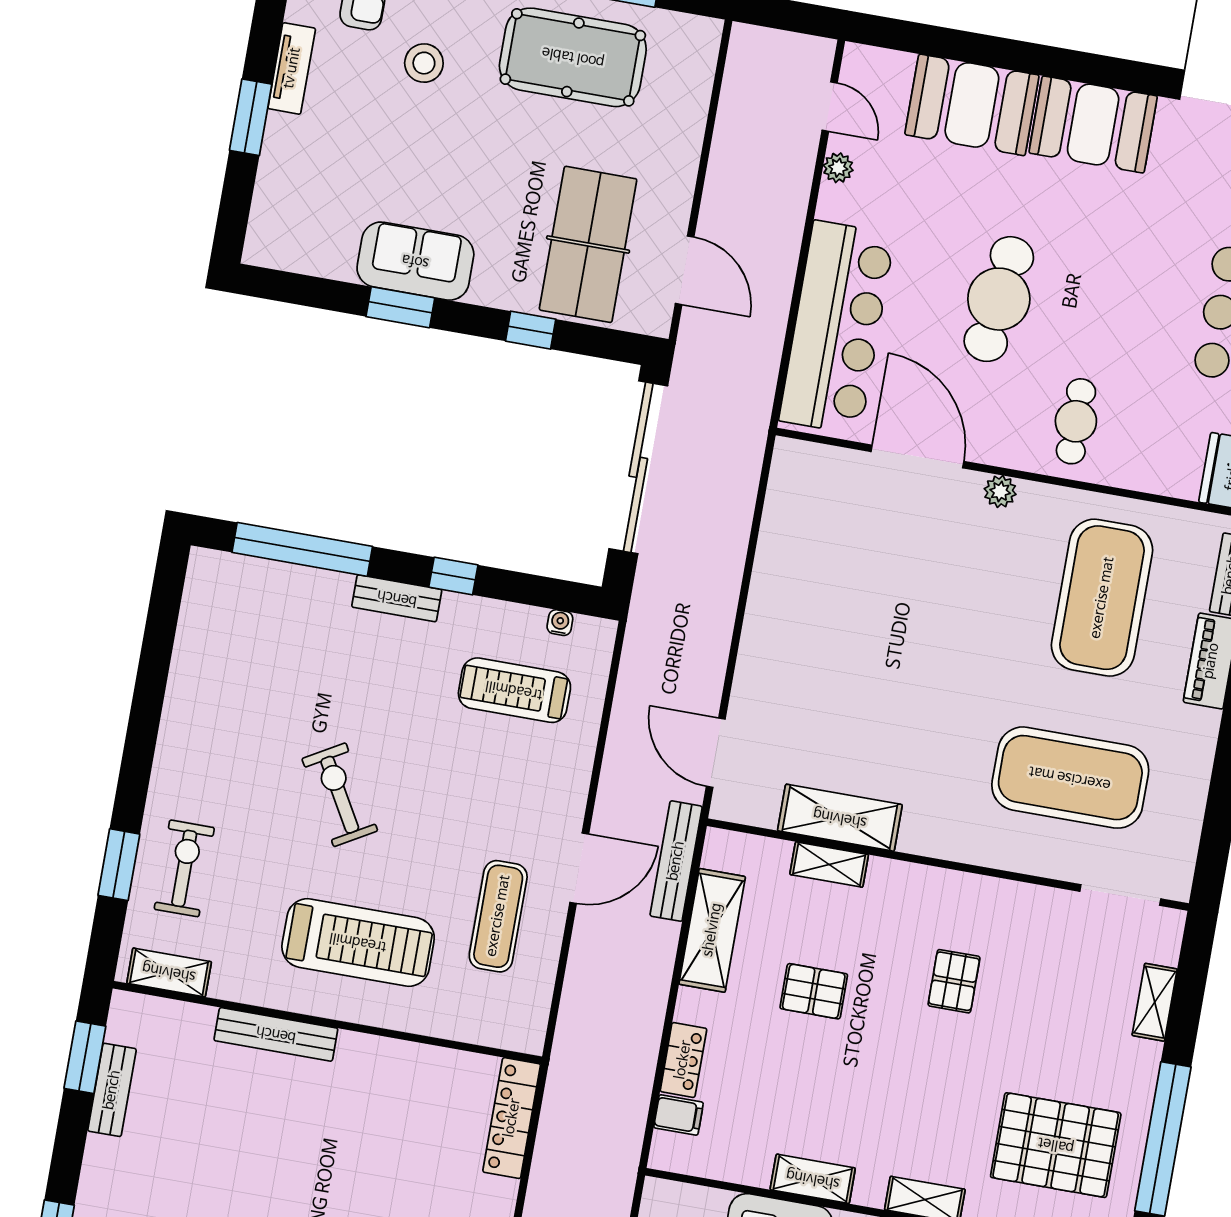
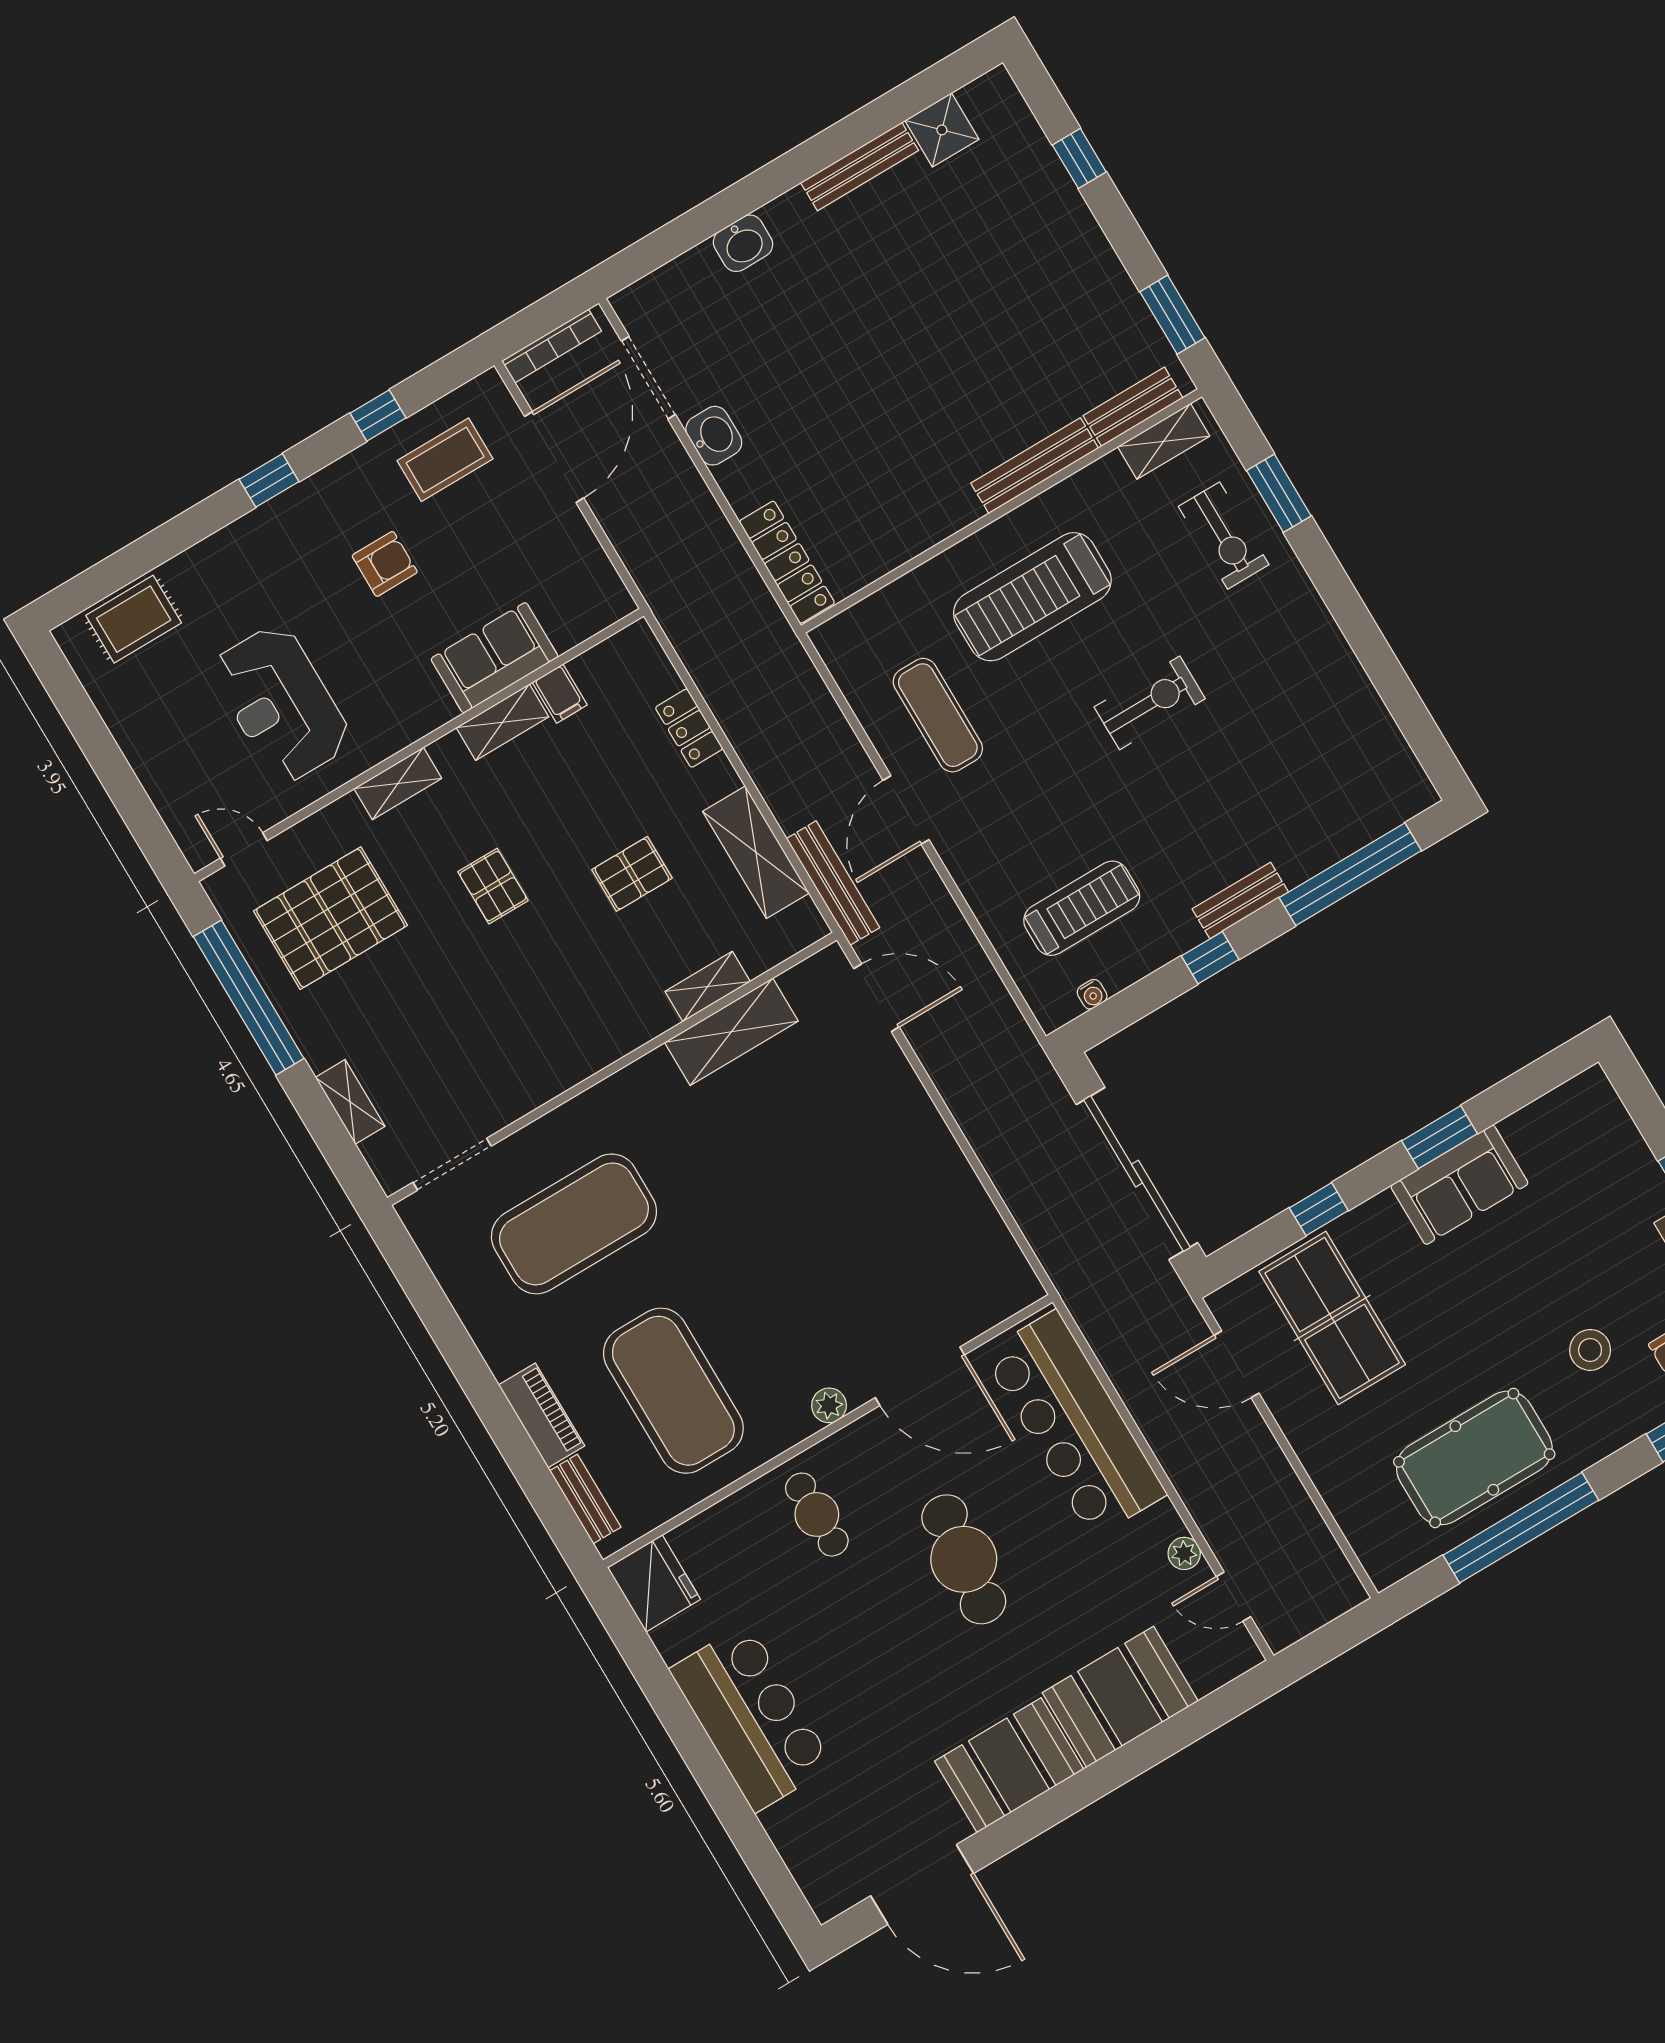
exercise bike: (340, 795) -> (1150, 703), turned -60
pallet: (954, 981) -> (493, 886), moved
bench: (112, 1090) -> (1133, 407), moved, turned 90
filing cabinet: (679, 1115) -> (560, 694), moved, turned -90

